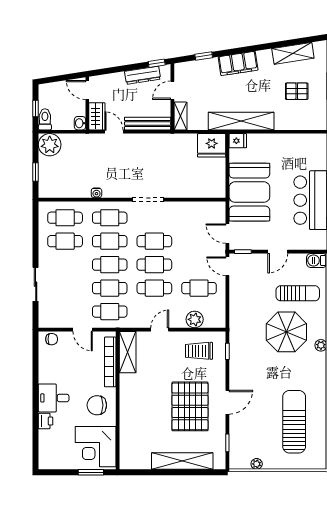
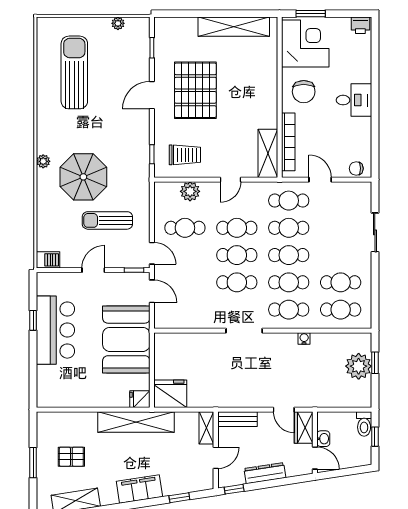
dresser: (143, 75) -> (265, 473), moved
washbasin: (80, 123) -> (323, 439), moved
bench: (148, 124) -> (237, 419), width x0.73
plant: (50, 145) -> (359, 366), moved
sun lounger: (298, 293) -> (107, 220), moved
chair: (97, 405) -> (304, 92), turned 90
printer: (46, 421) -> (360, 25), moved, turned -90
sun lounger: (294, 422) -> (74, 72), turned 180
shelving: (182, 461) -> (234, 27), moved

